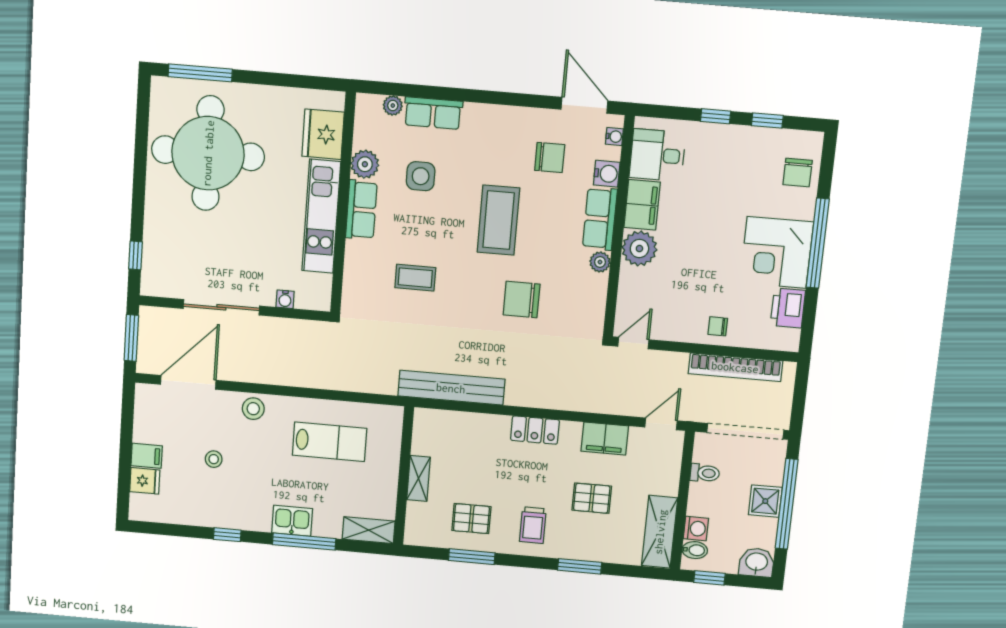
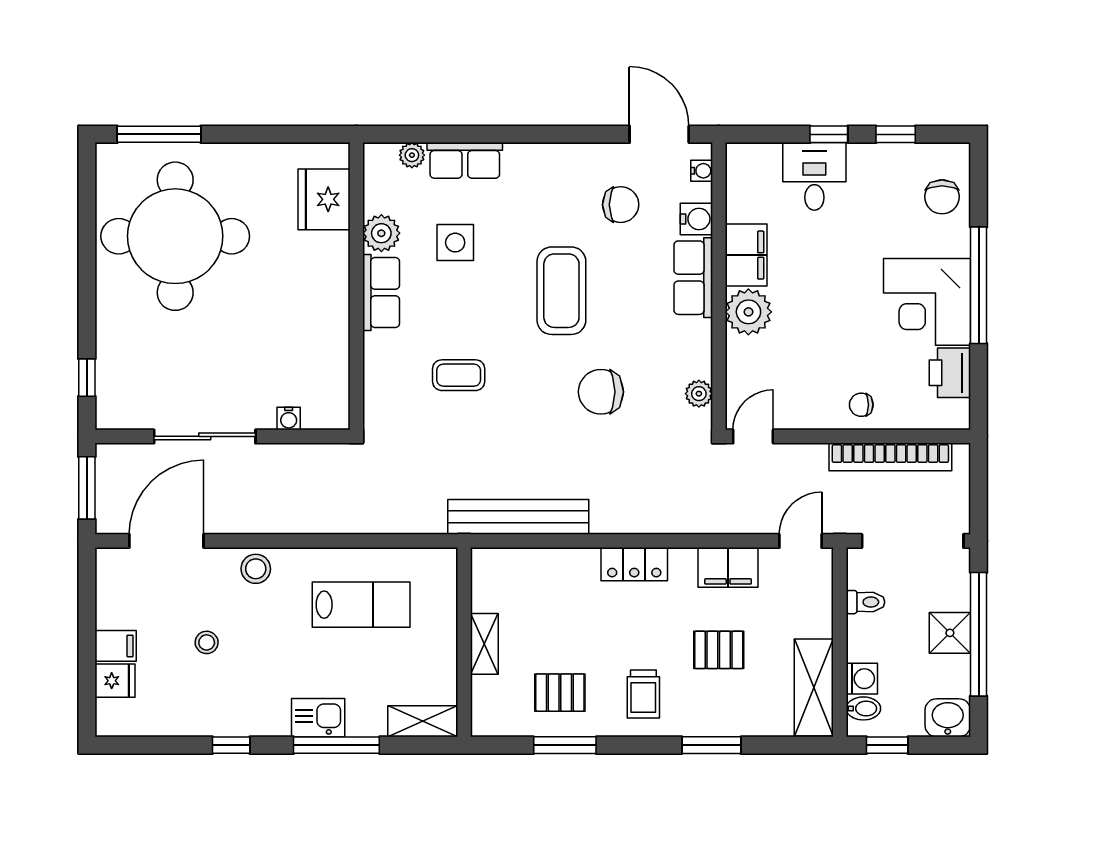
desk: (657, 155) -> (814, 176), moved, turned 90
kitchen unit: (321, 216) -> (329, 305), removed
plant: (600, 262) -> (699, 394), moved

